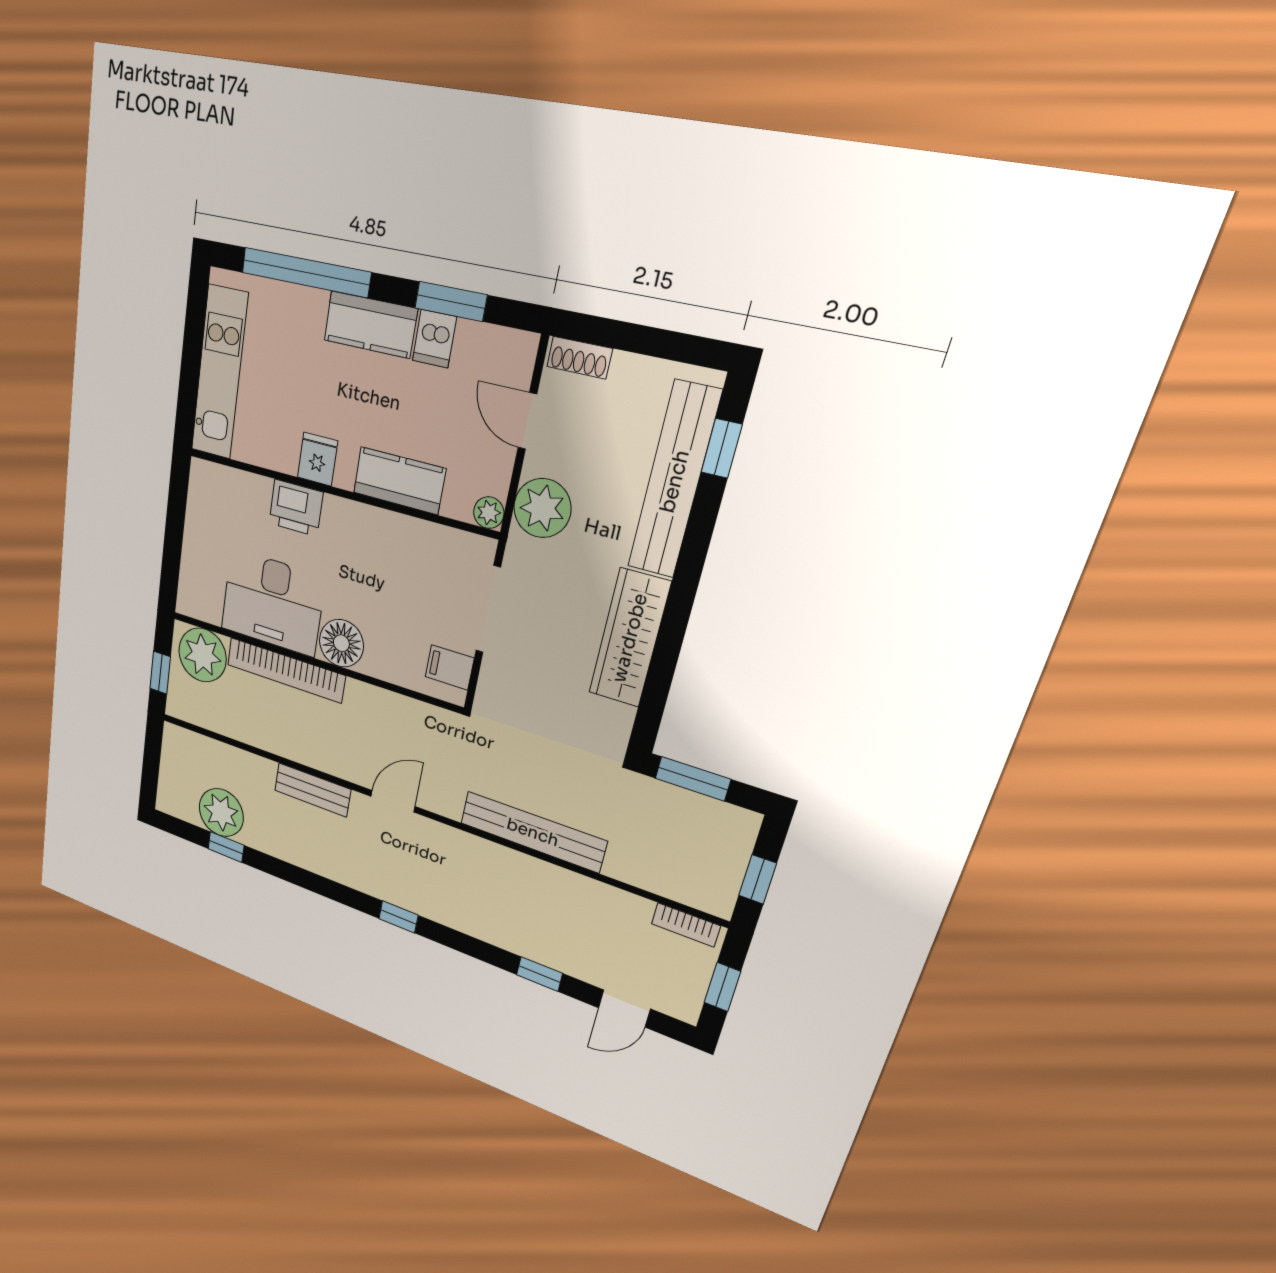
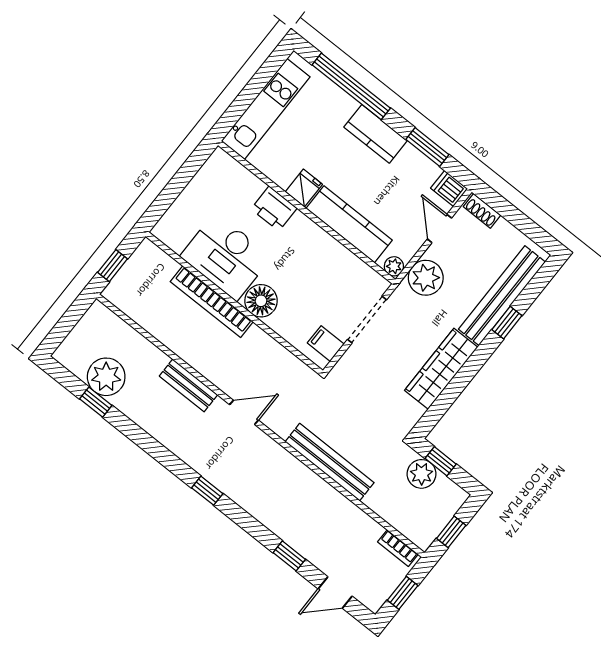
dishwasher: (434, 339) -> (449, 188), moved, turned 90
window: (722, 448) -> (507, 323), moved
kitchen counter: (399, 481) -> (349, 224), width x1.50
plant: (202, 655) -> (422, 474), moved, width x0.73, depth x0.73
window: (693, 779) -> (441, 461), width x0.67

